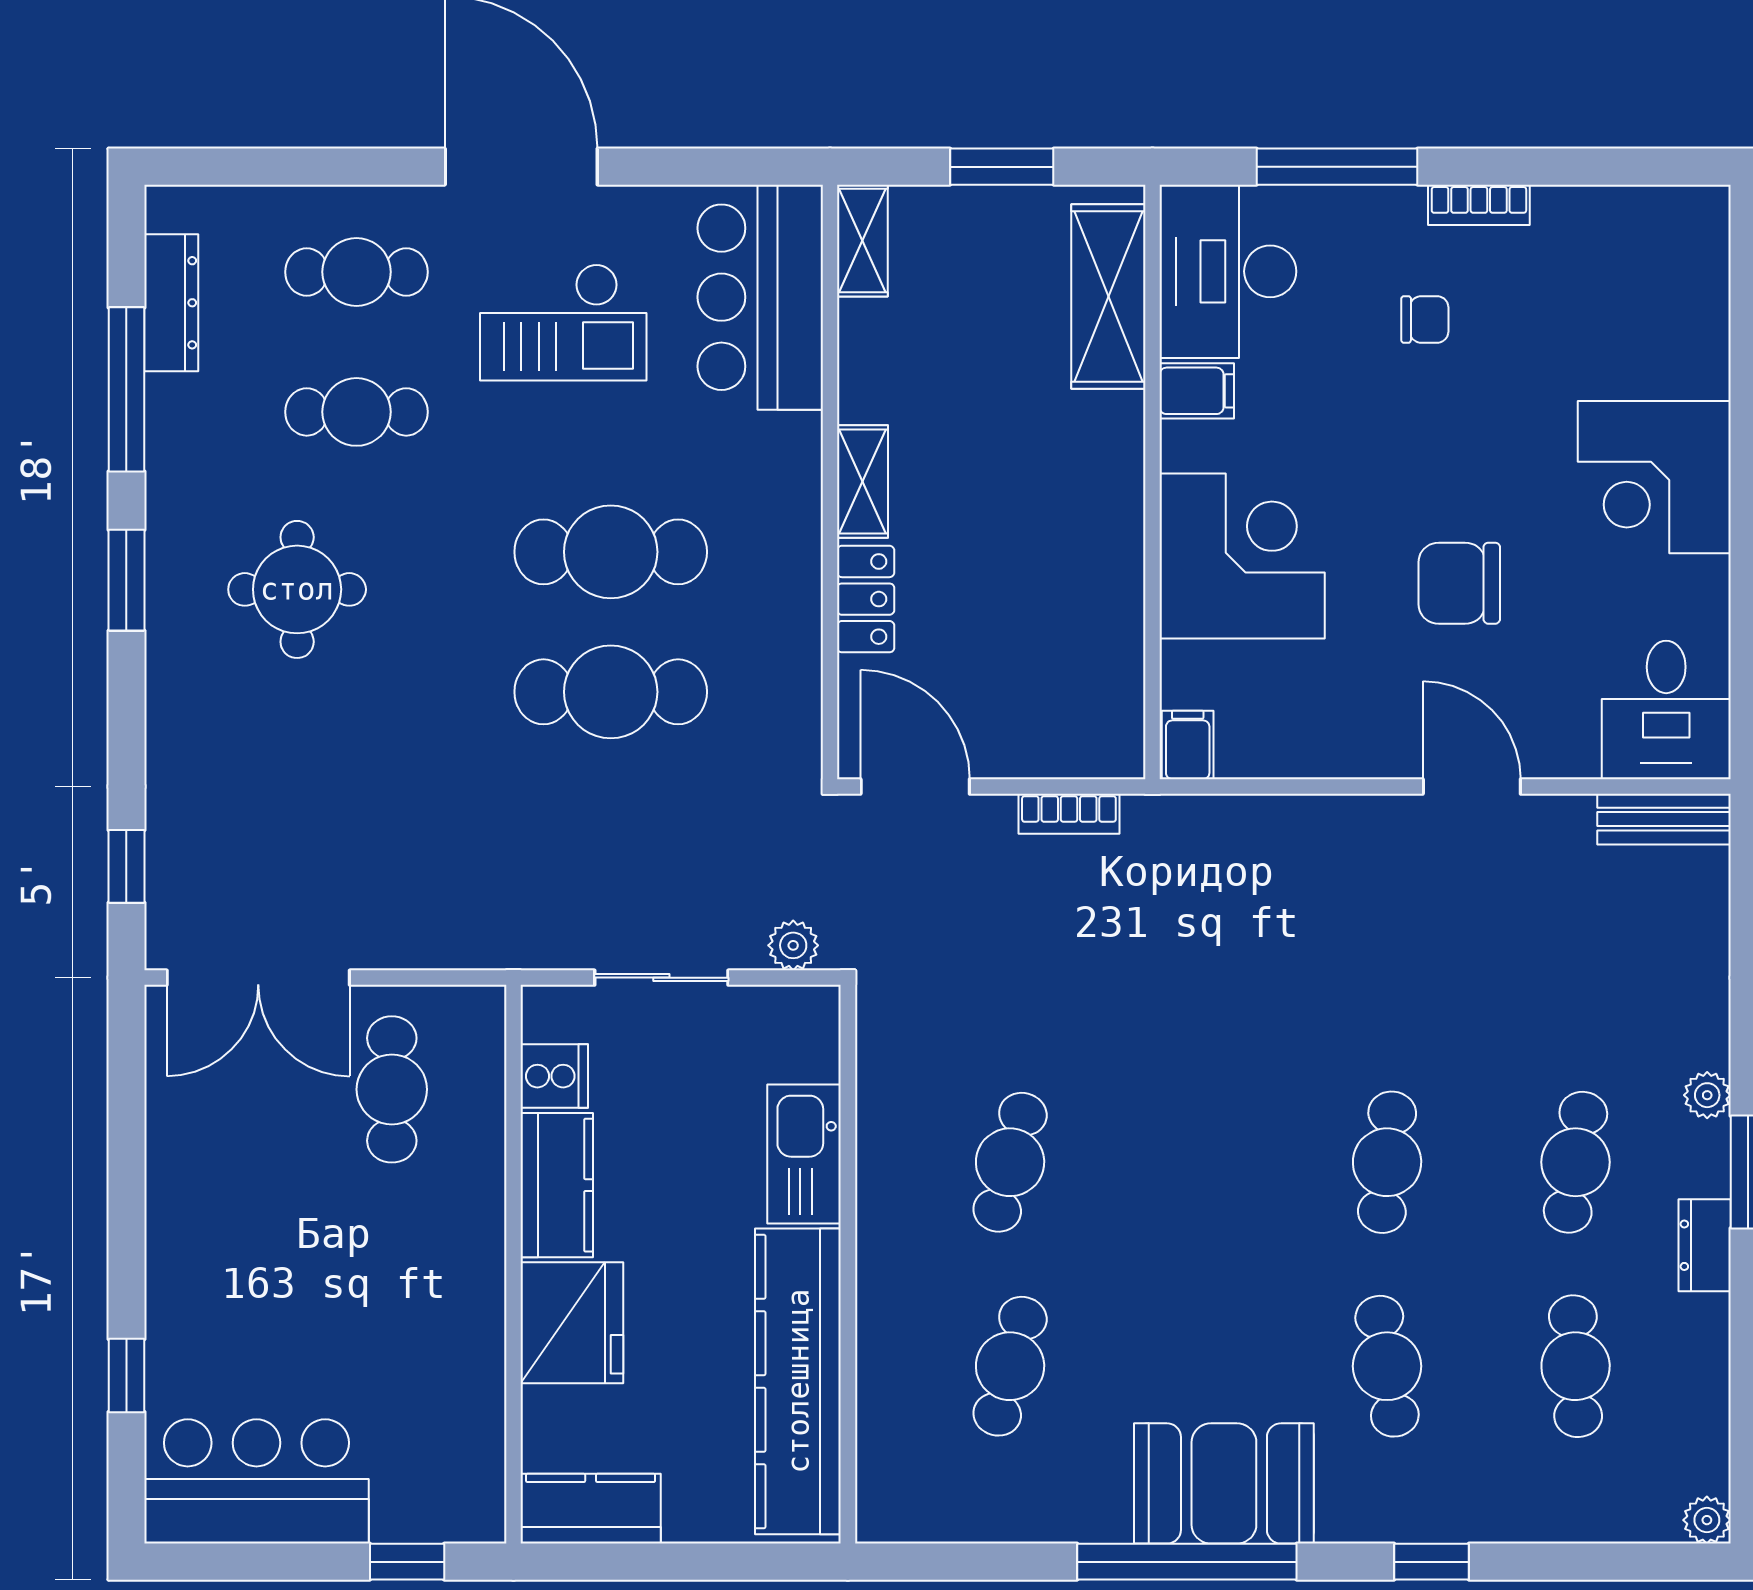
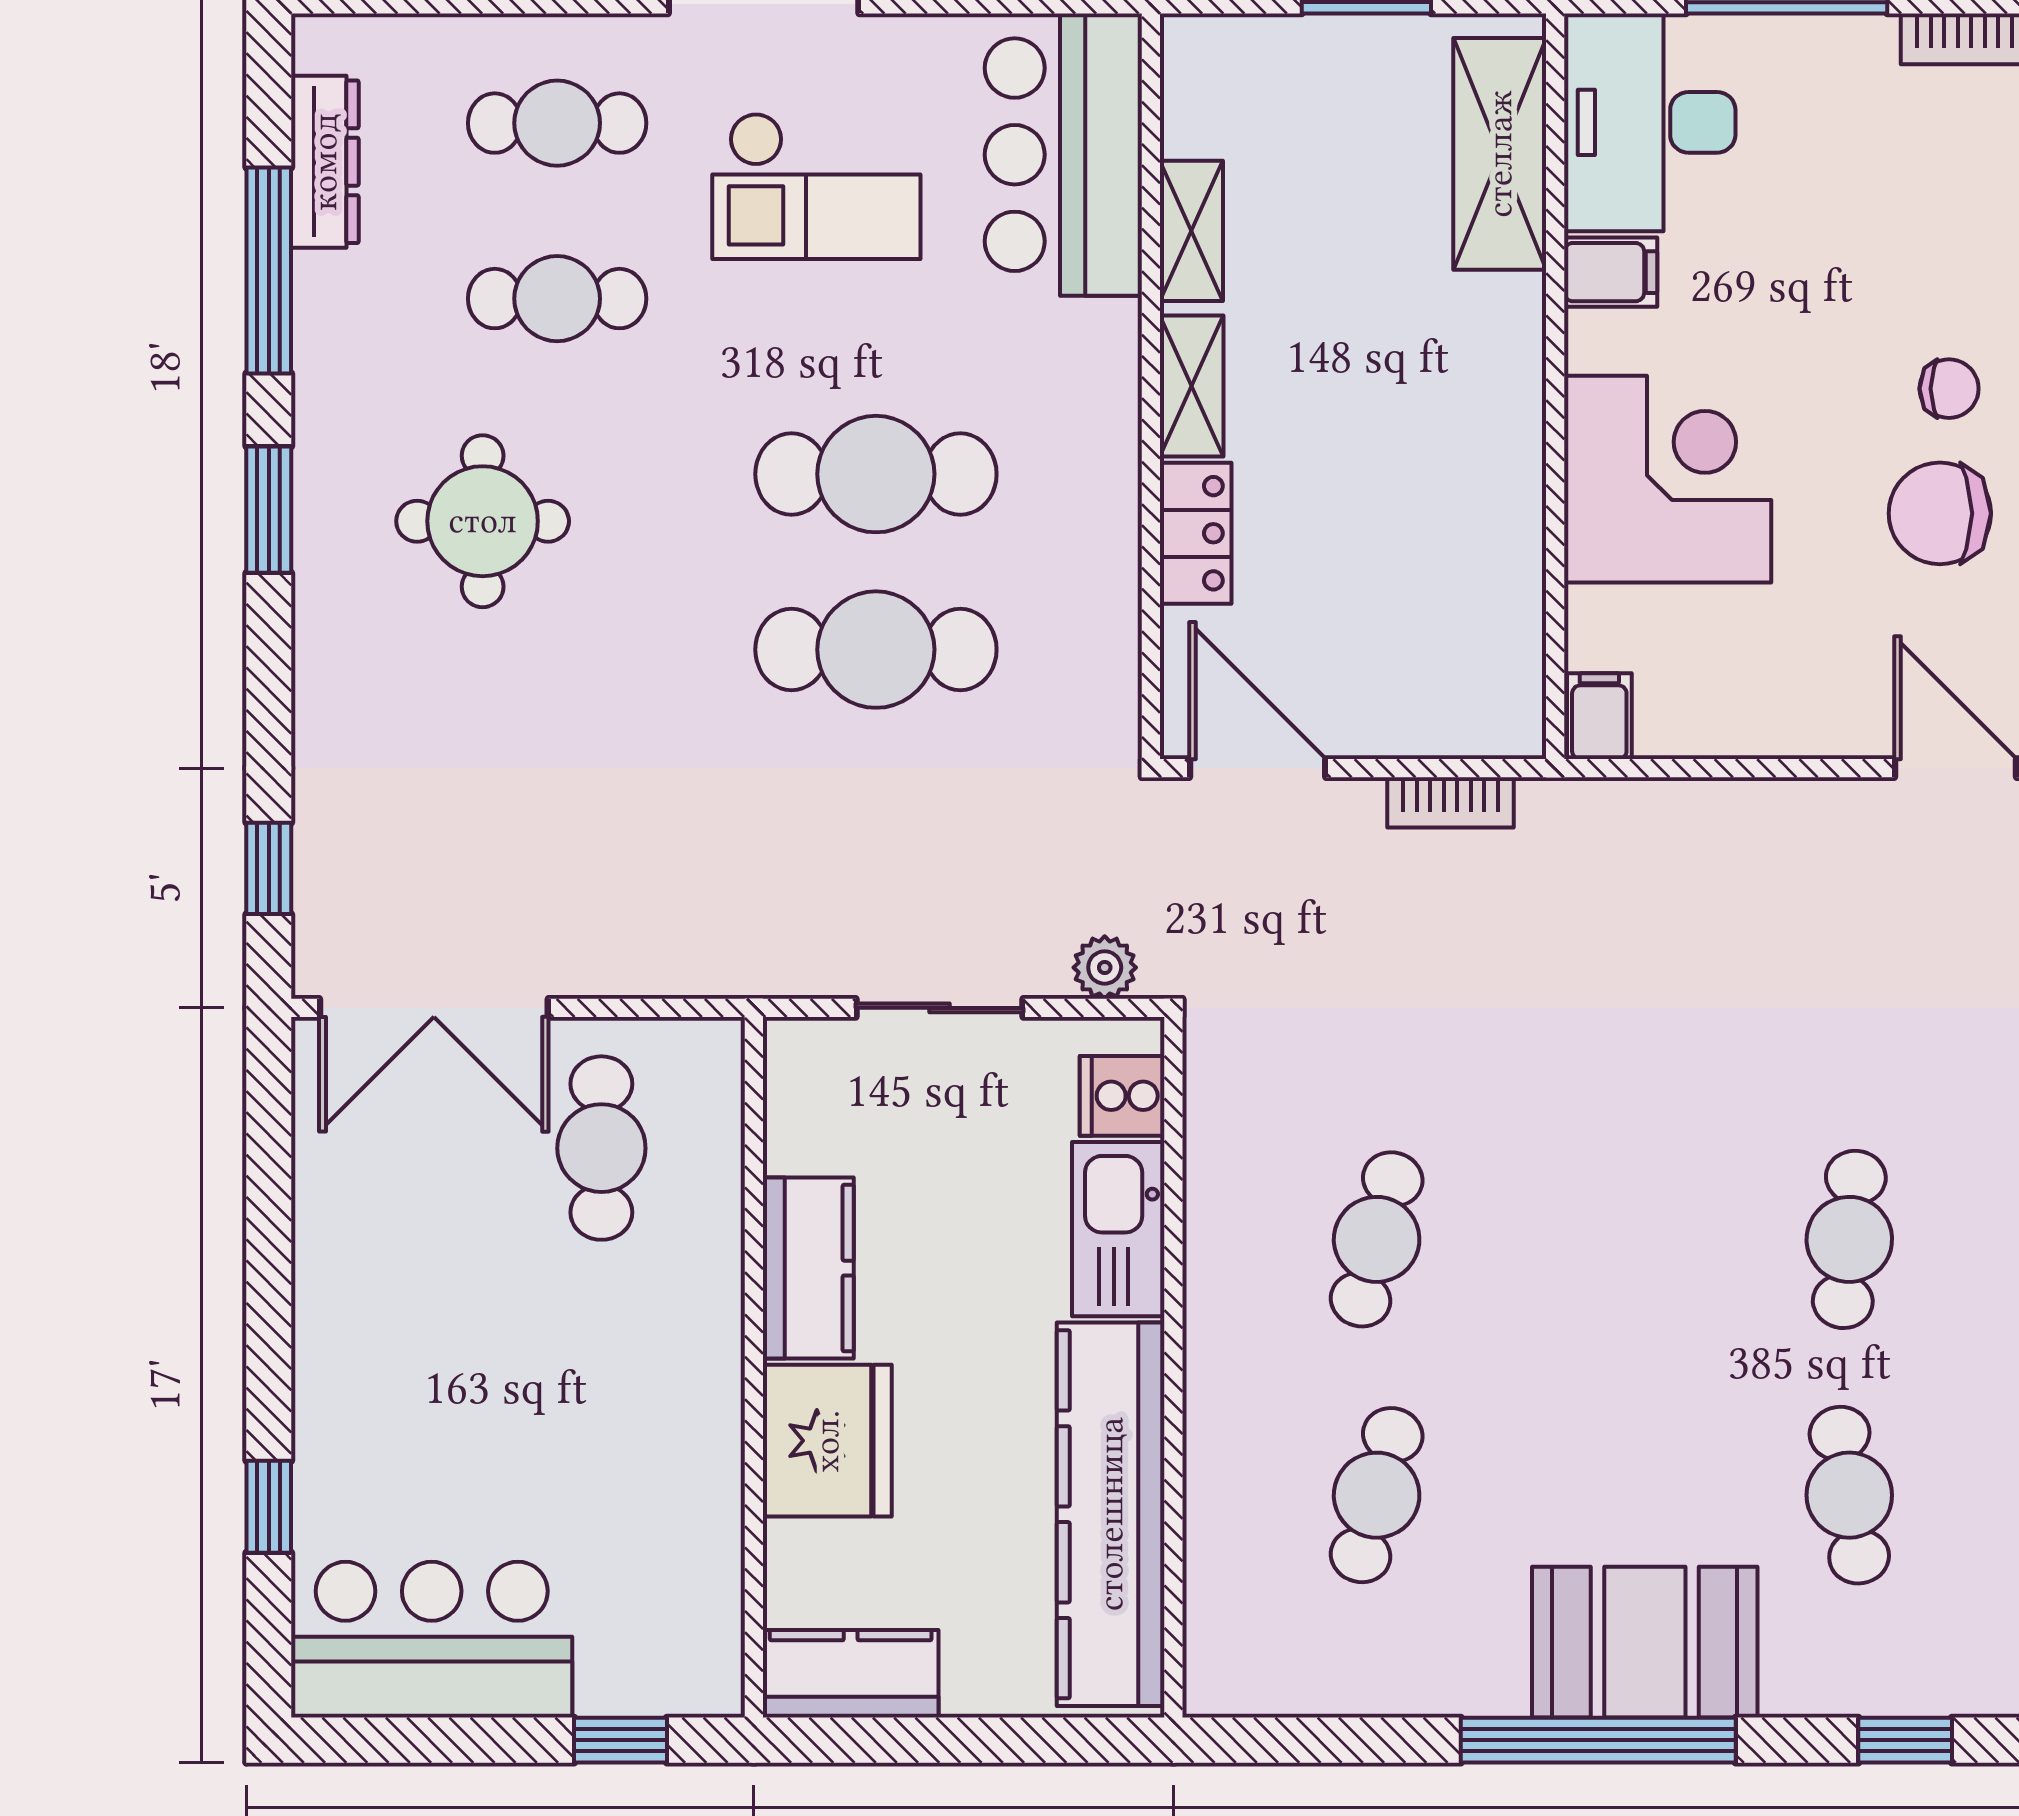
shelving: (862, 241) -> (1191, 231), moved
chair: (1425, 319) -> (1949, 389), moved
cooker: (554, 1076) -> (1122, 1096), moved, turned 180

